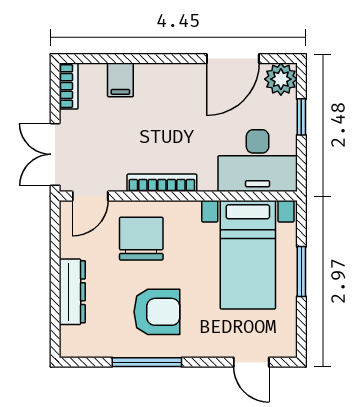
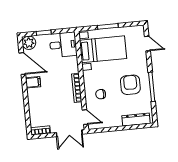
filing cabinet: (120, 80) -> (33, 82), moved
desk: (258, 161) -> (63, 45), width x0.73
chair: (141, 239) -> (101, 94), width x0.54, depth x0.54
dresser: (72, 292) -> (136, 120), moved
door: (251, 362) -> (147, 44), hinge flipped

